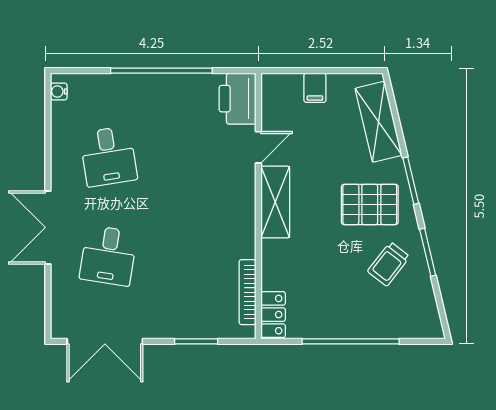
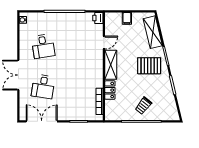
printer: (237, 99) -> (98, 18), width x0.53, depth x0.68
trolley: (389, 264) -> (143, 106), moved
locker: (273, 315) -> (110, 90), moved
double door: (105, 341) -> (42, 121), swing flipped

